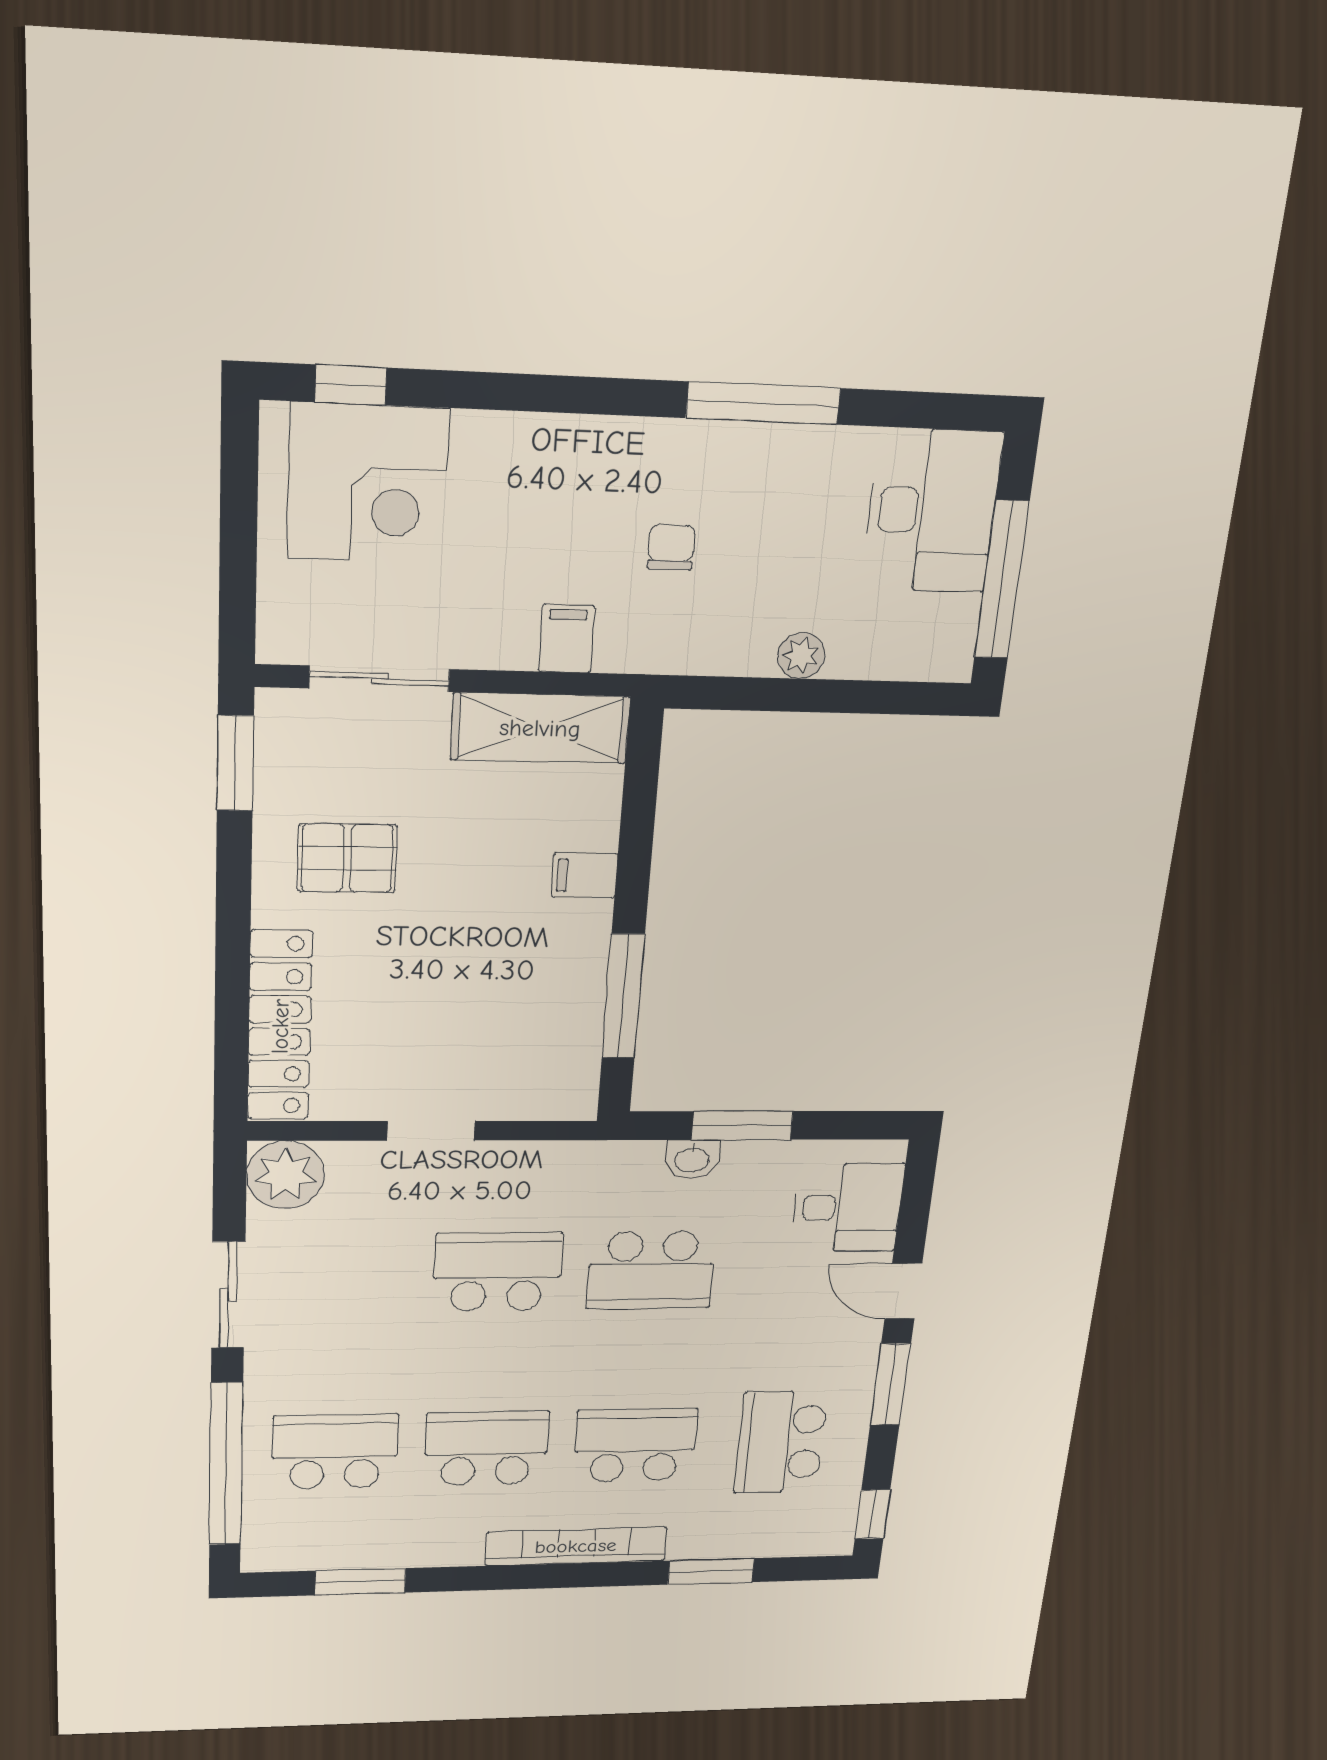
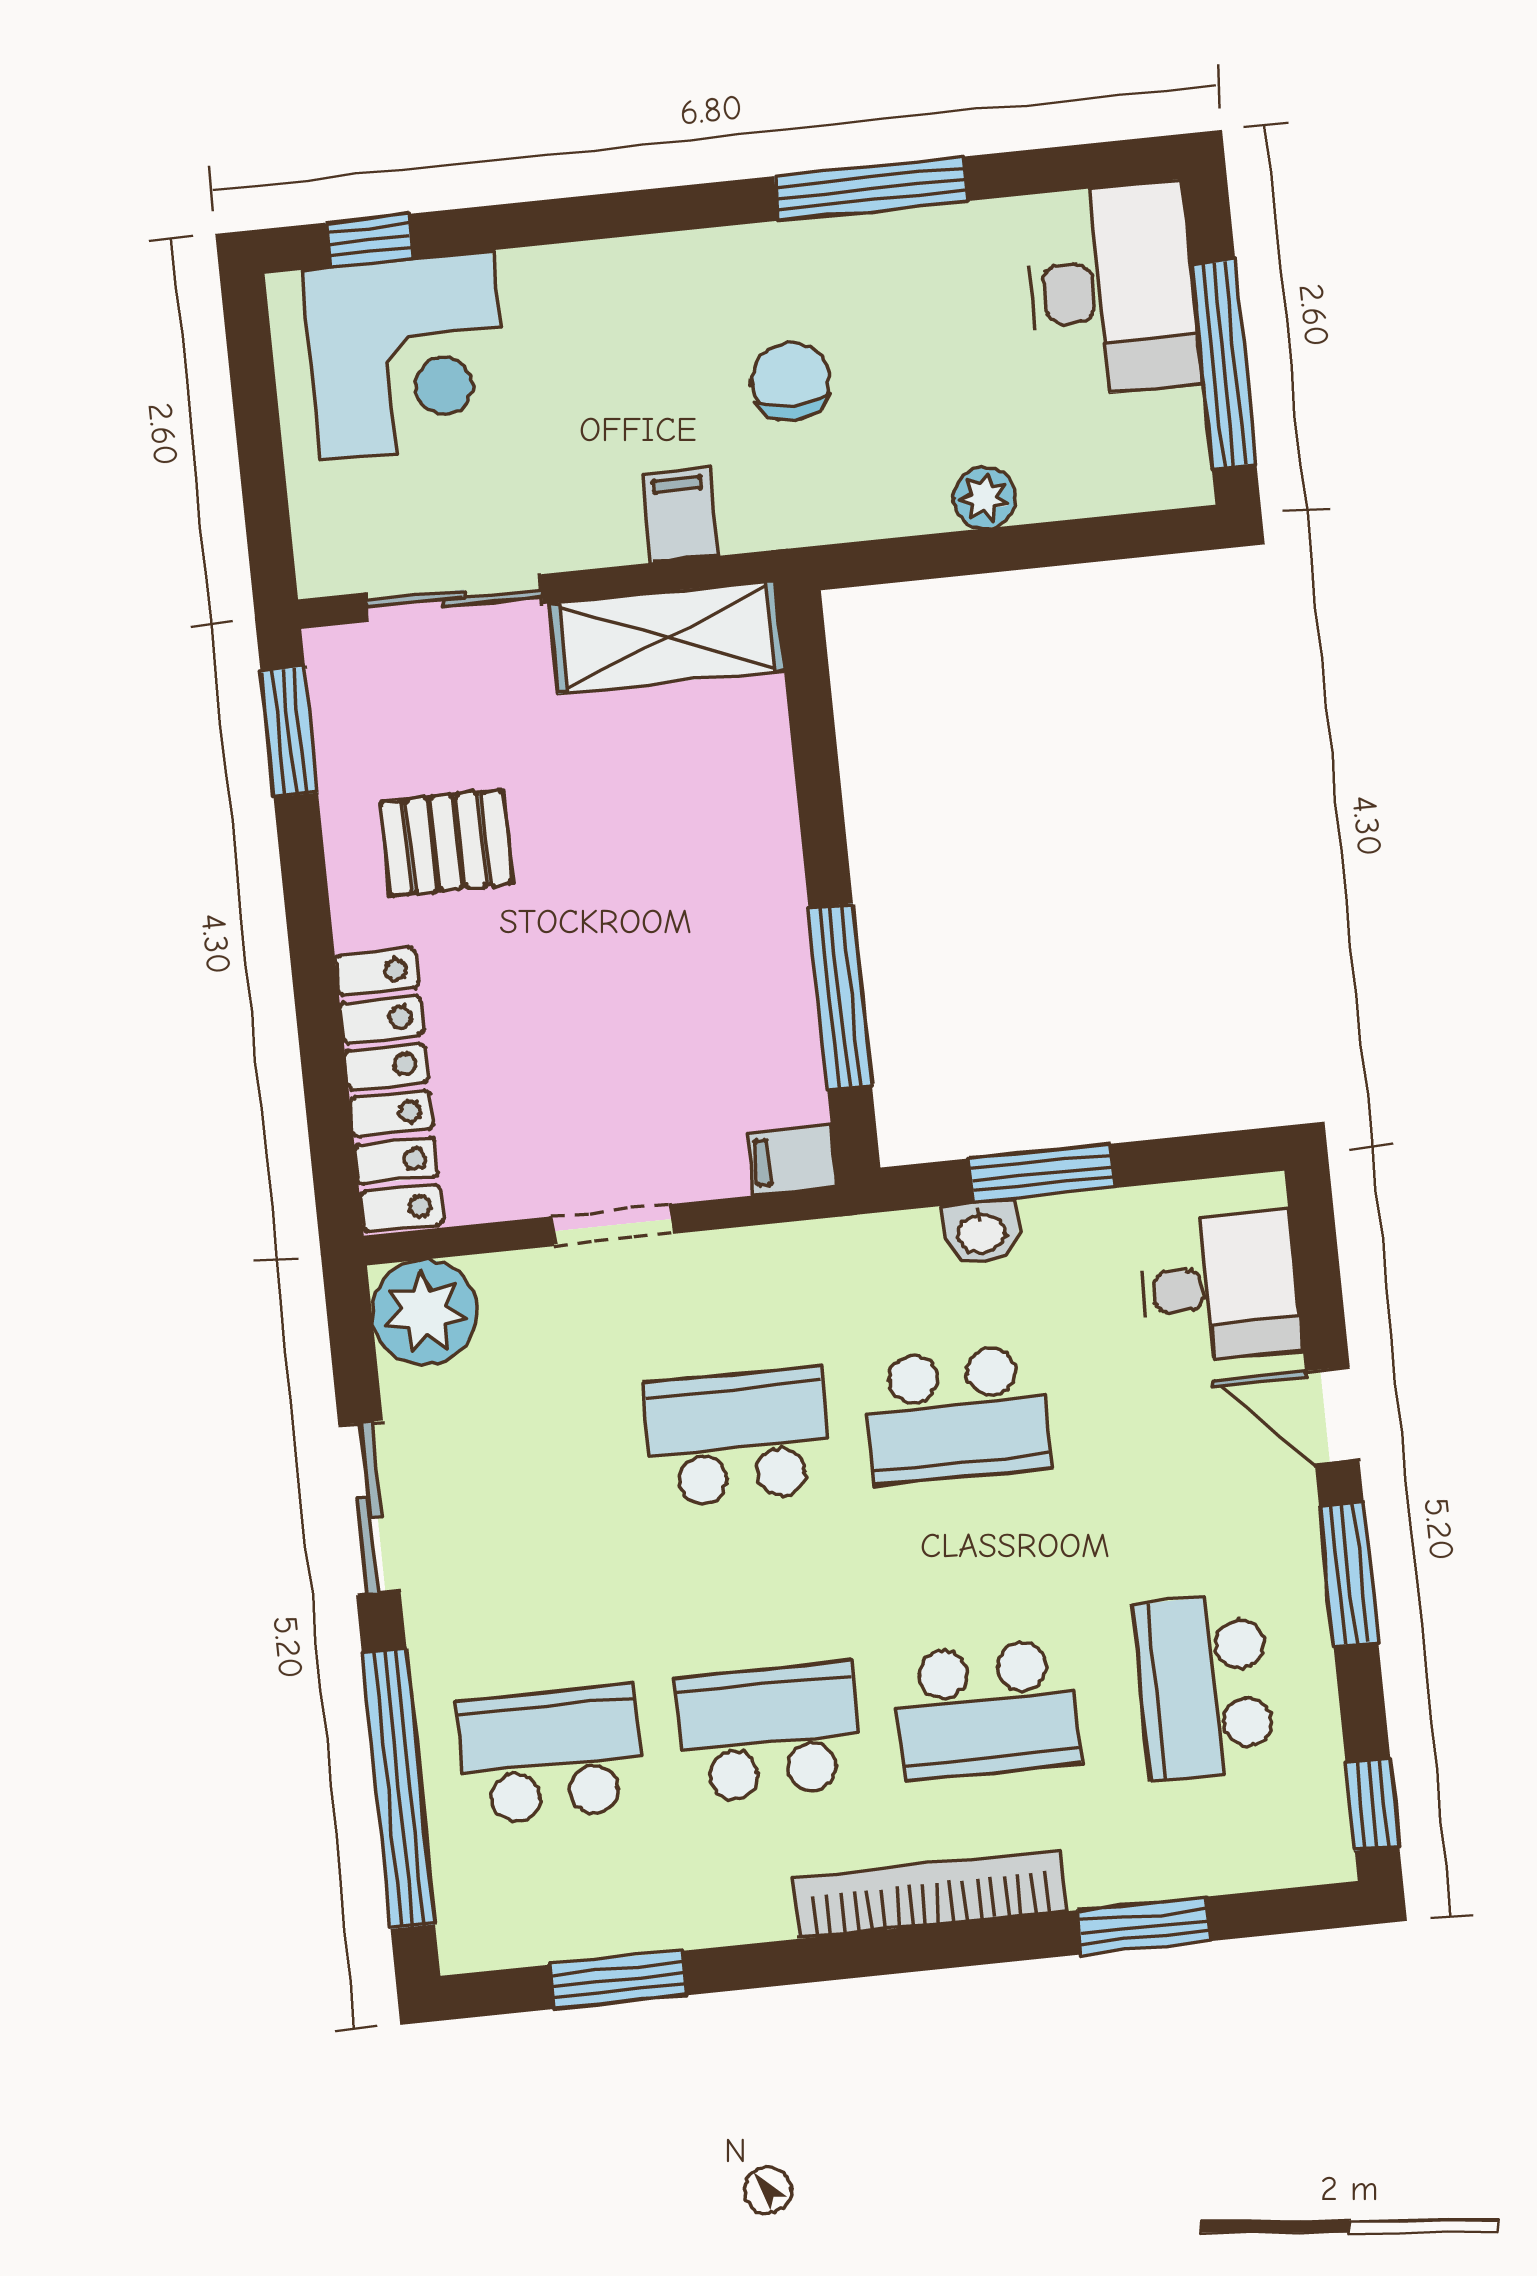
chair: (671, 547) -> (791, 381), width x1.37, depth x1.37
filing cabinet: (585, 875) -> (792, 1160), moved
school desk: (635, 1445) -> (987, 1709), turned 180

